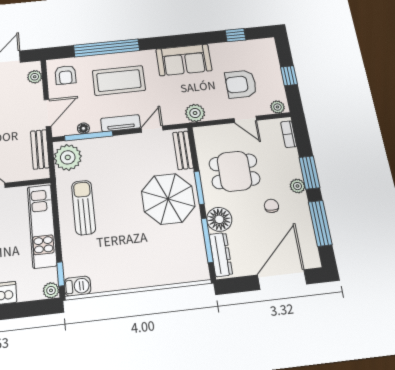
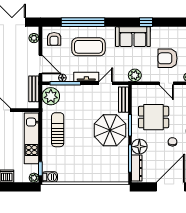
window: (235, 35) -> (146, 22), moved
door: (47, 113) -> (40, 65), hinge flipped

